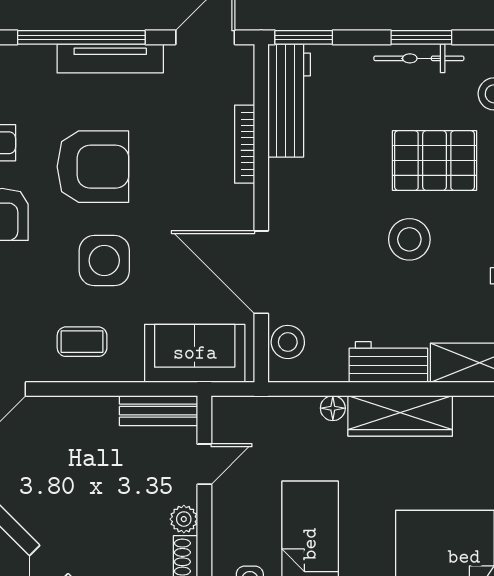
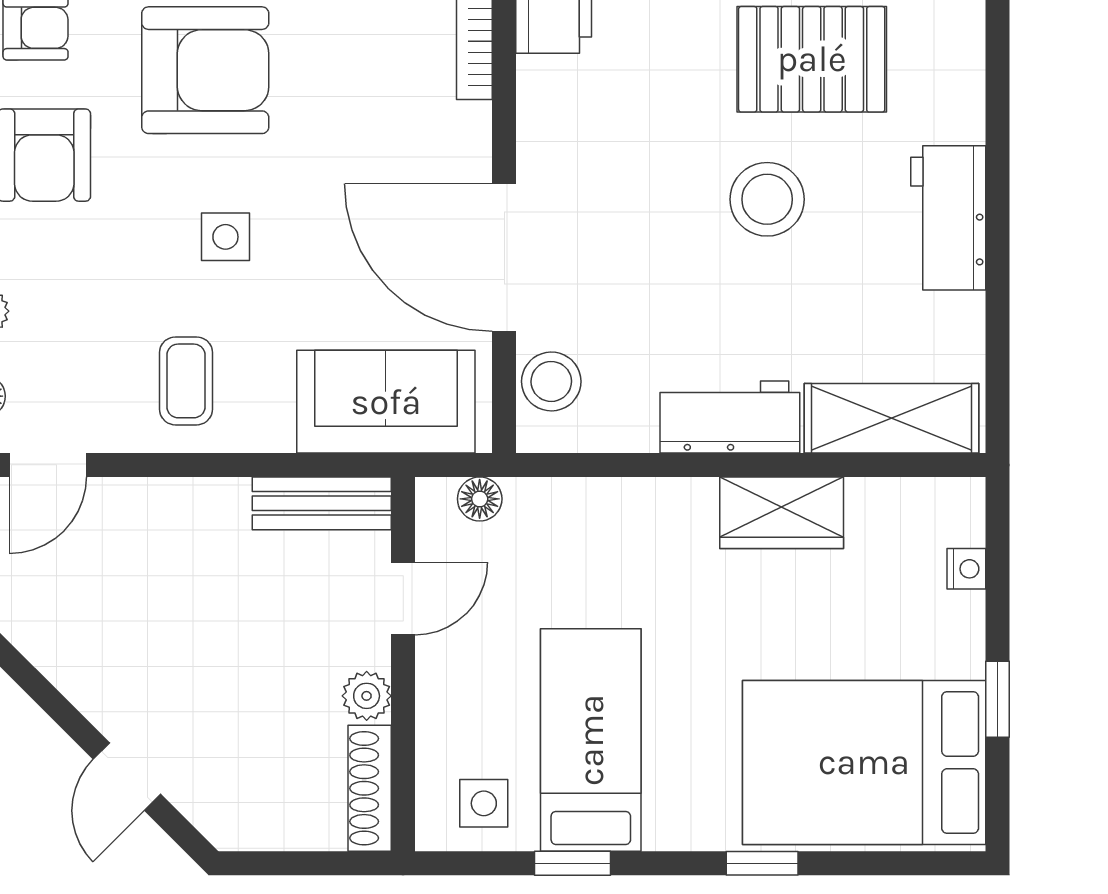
side table: (104, 261) -> (225, 237), width x0.54, depth x0.54
coffee table: (82, 342) -> (186, 381), turned 90
floor lamp: (333, 408) -> (480, 499), moved
wardrobe: (400, 416) -> (782, 513), width x0.67

